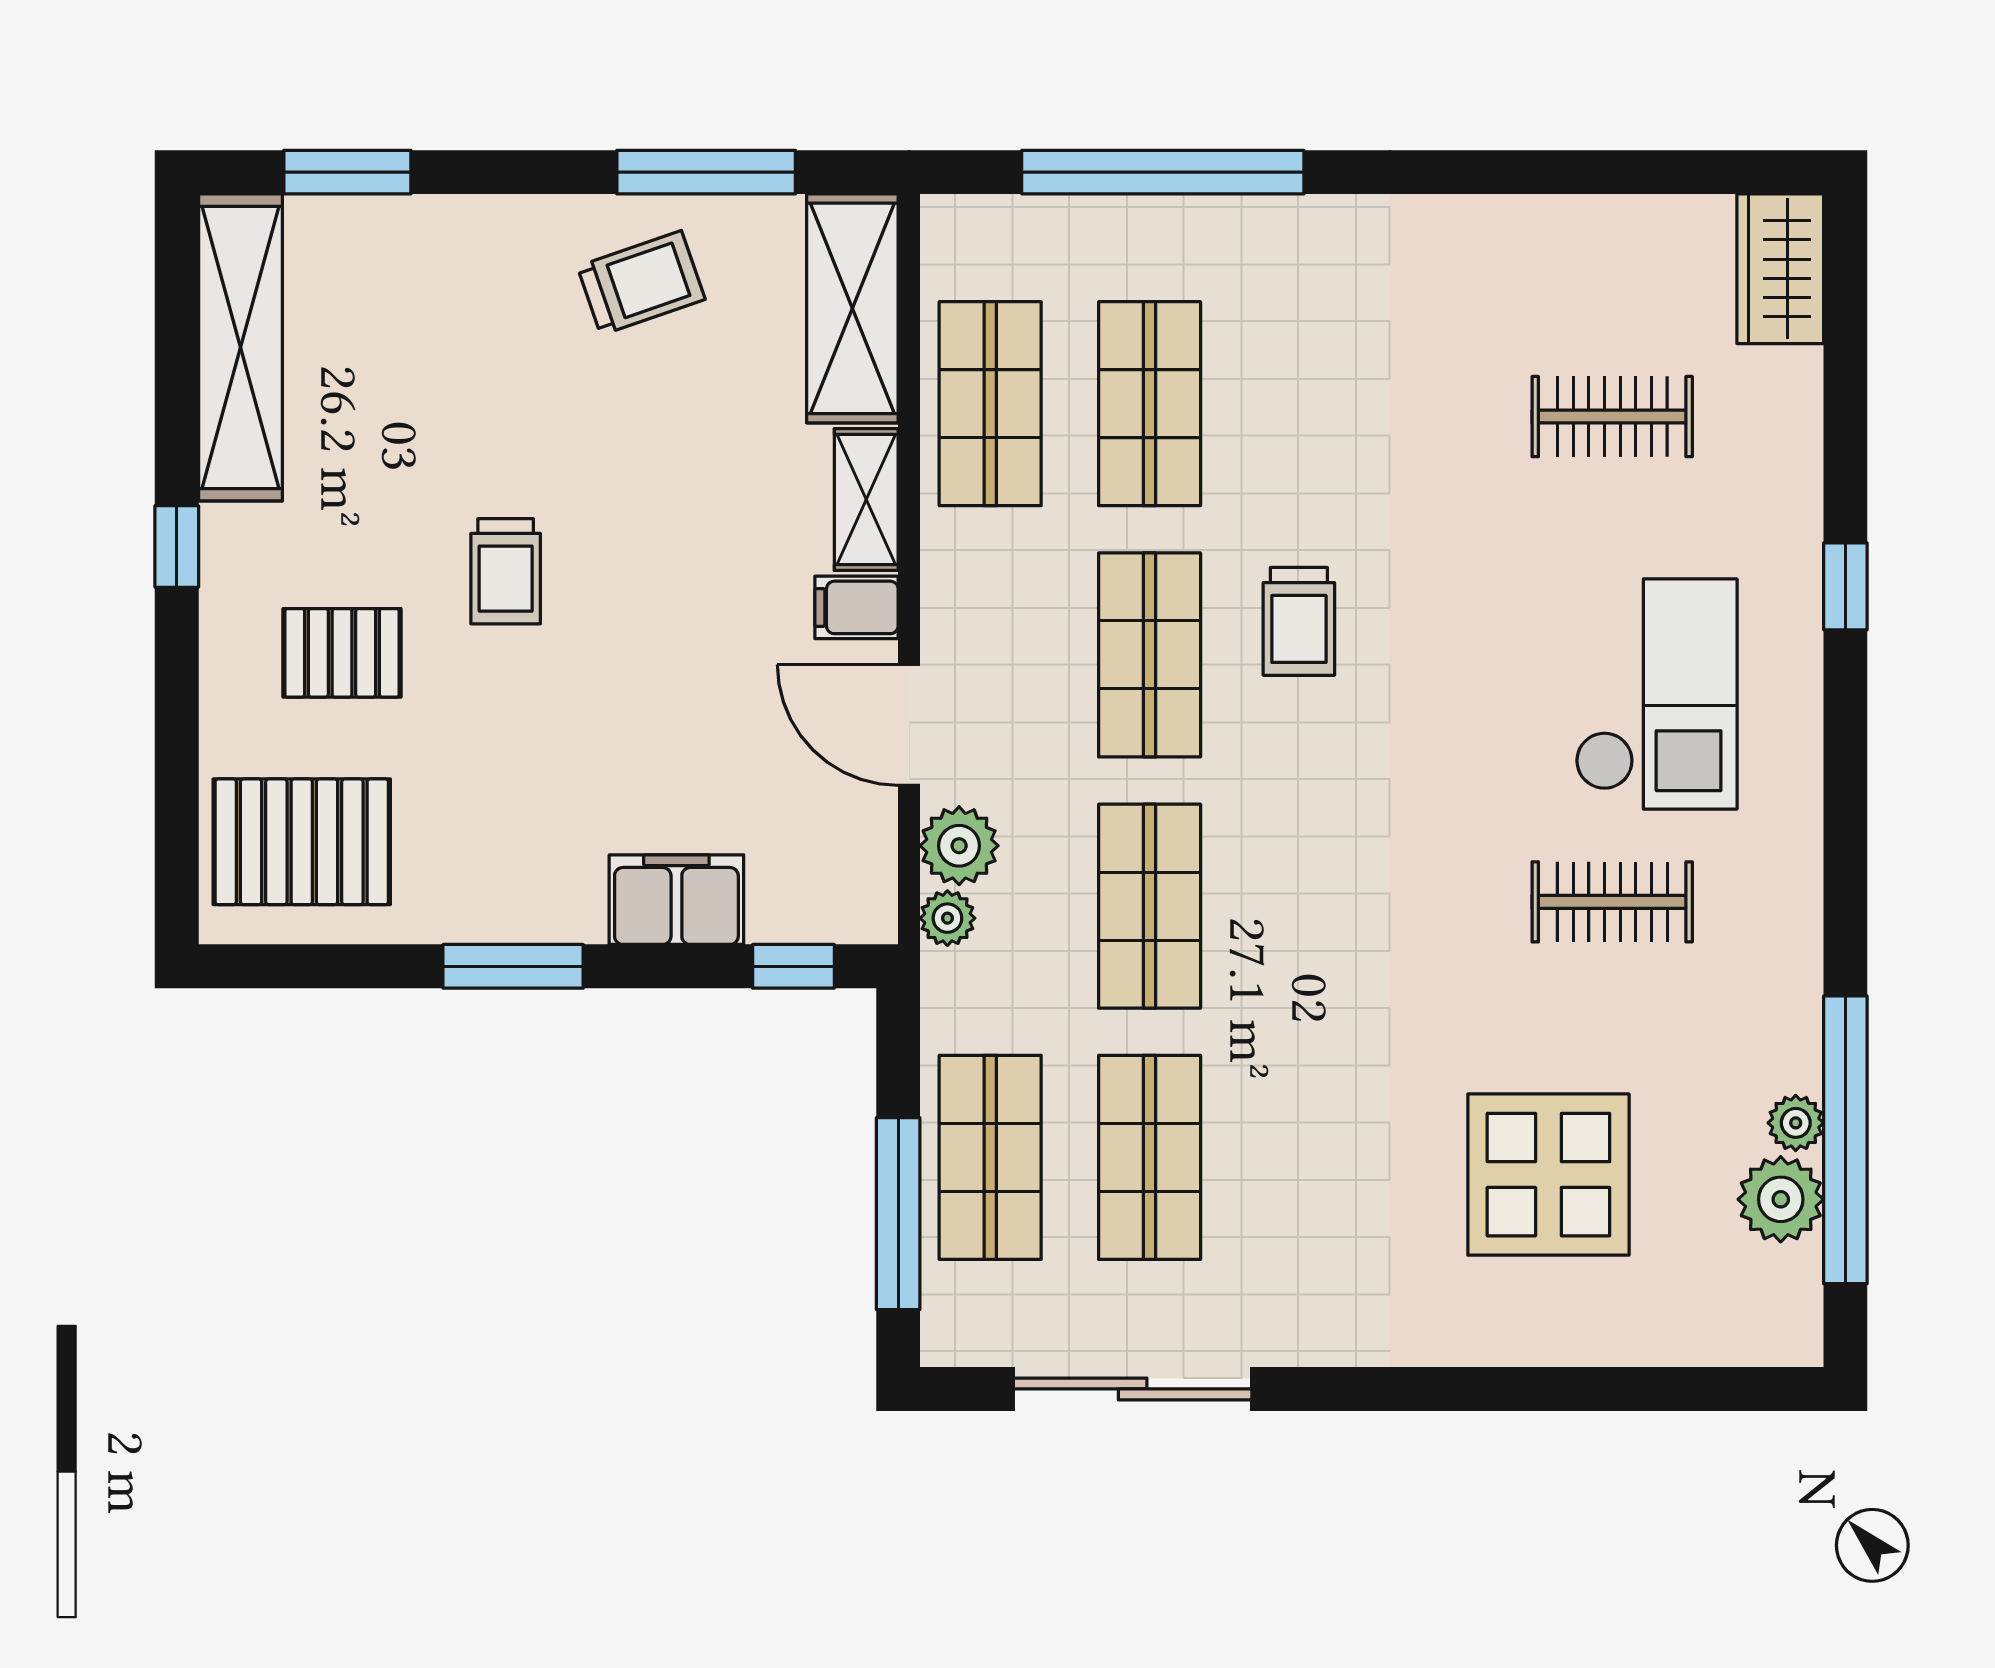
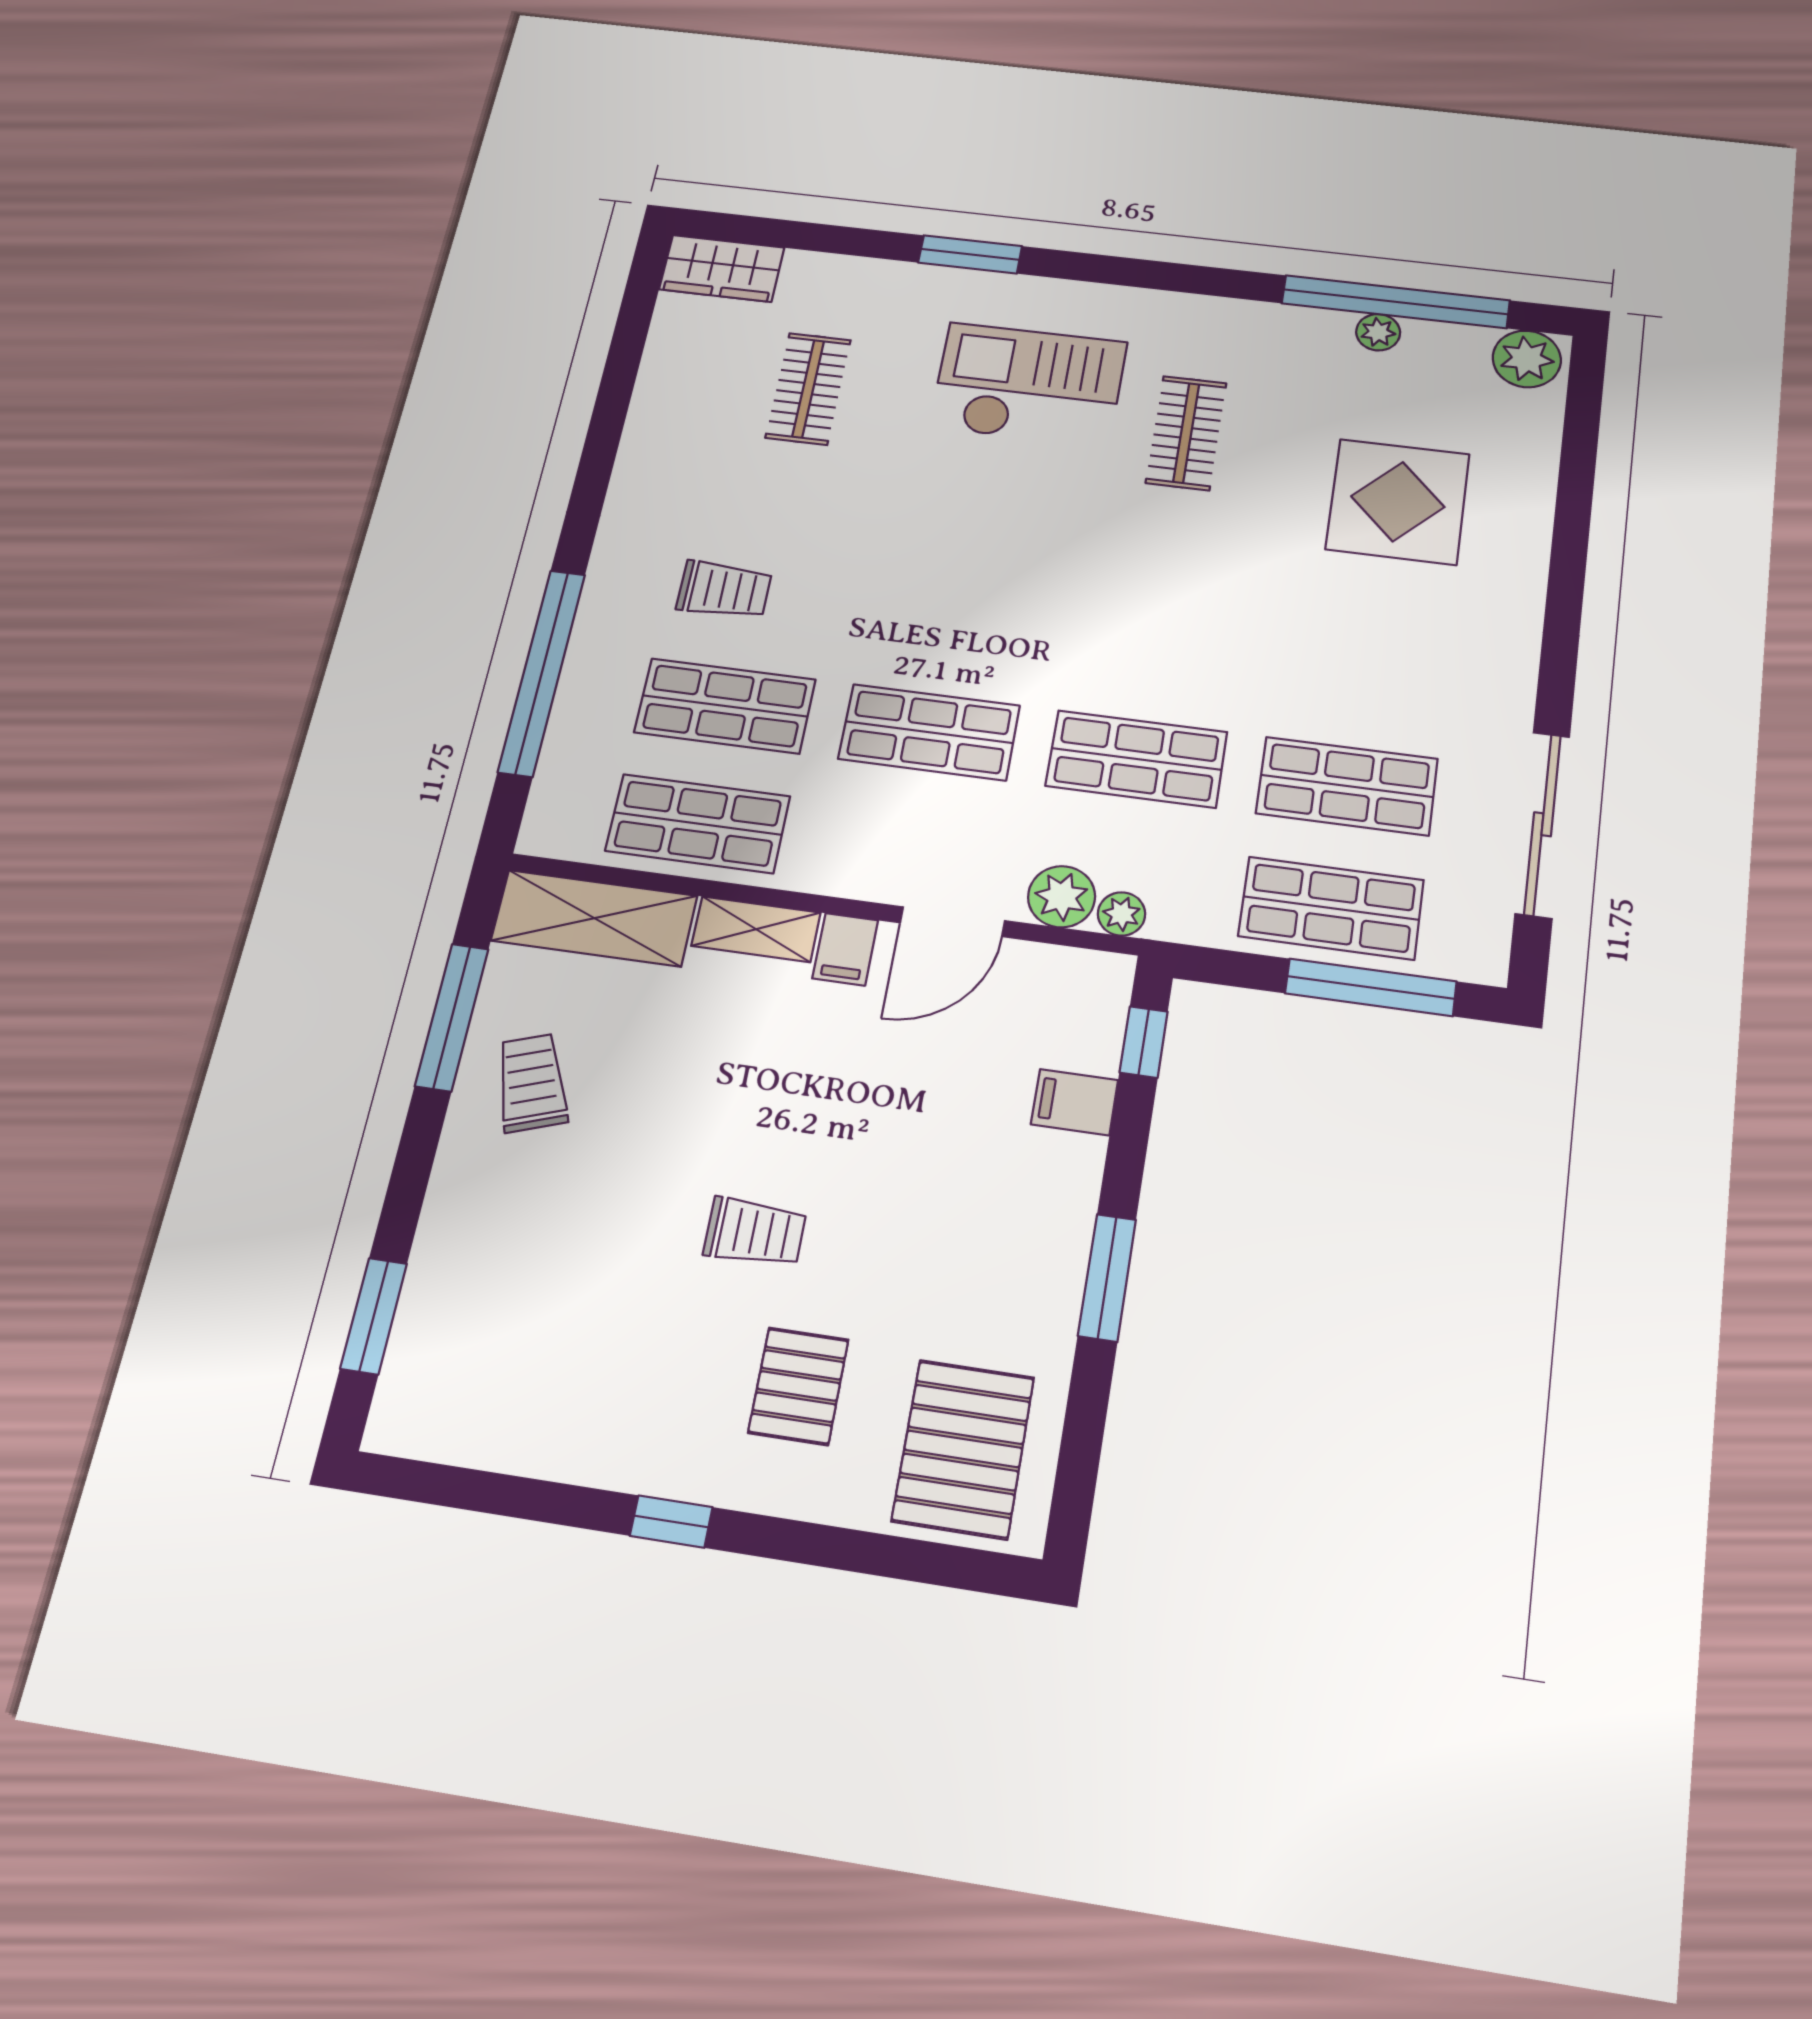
shelving: (240, 347) -> (505, 1435), removed
window: (1845, 586) -> (970, 254), width x1.50
trolley: (1299, 621) -> (724, 590), moved
filing cabinet: (676, 900) -> (1075, 1102), width x0.50
plant: (1781, 1199) -> (1527, 359), moved

